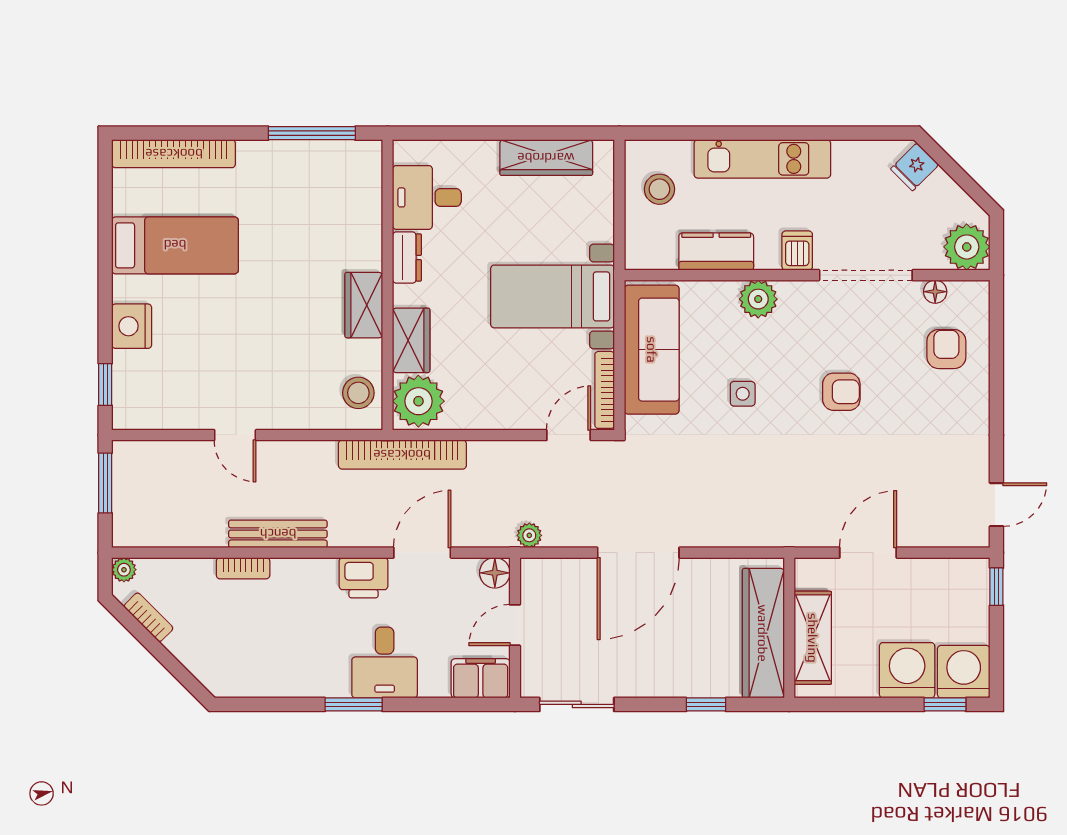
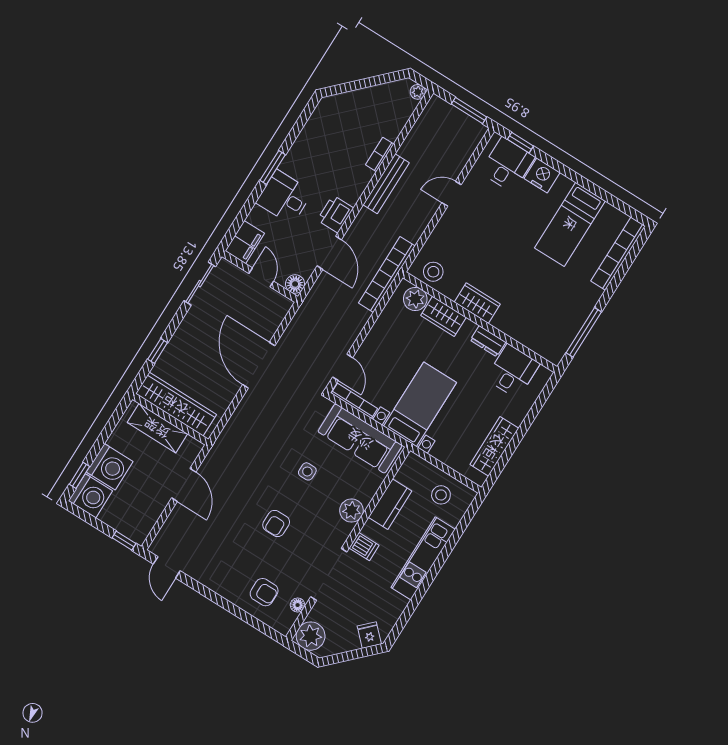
desk: (147, 383) -> (507, 165), added
plant: (418, 401) -> (415, 299), width x0.73, depth x0.73
plant: (529, 535) -> (303, 314), removed
bookcase: (149, 617) -> (385, 89), removed

